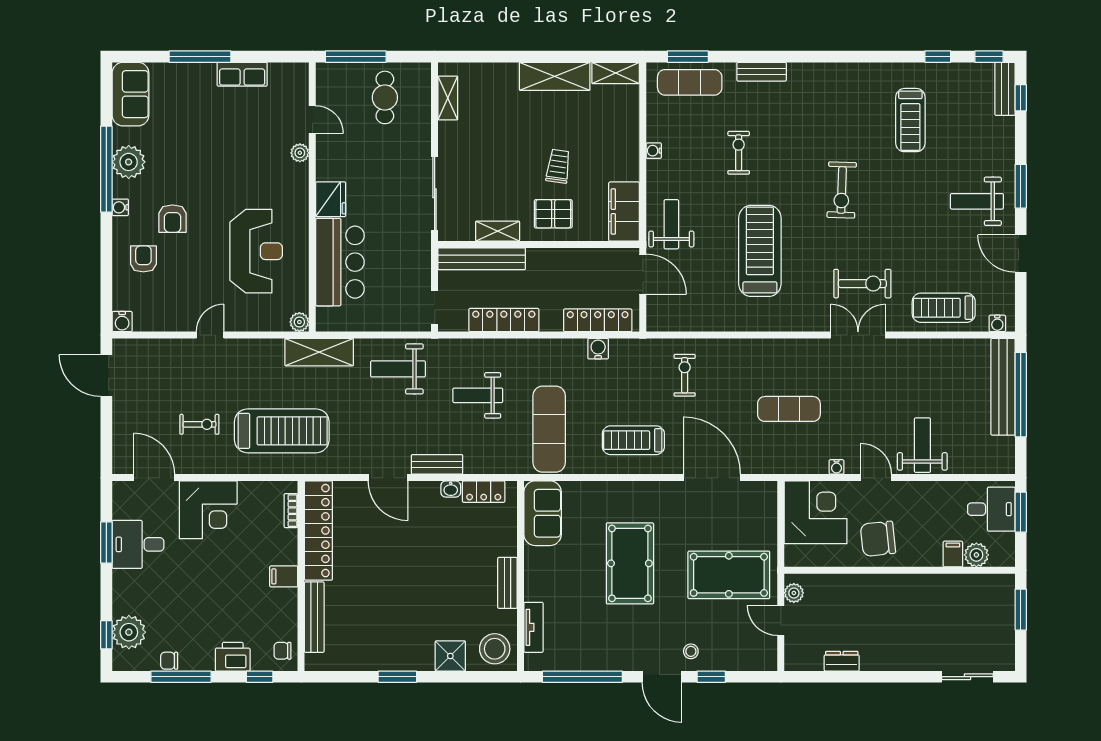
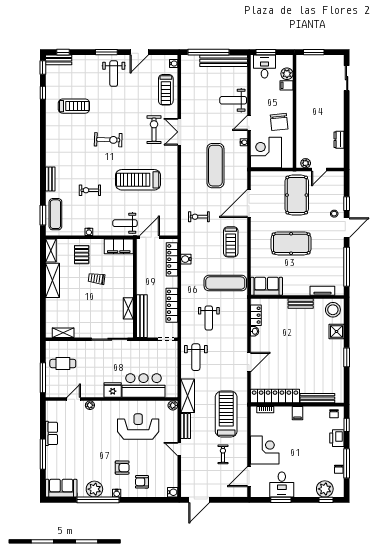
pallet: (553, 214) -> (82, 255), moved
bench: (1003, 387) -> (224, 61), moved
exercise mat: (789, 409) -> (215, 166), width x1.36, depth x1.45
bench: (437, 464) -> (186, 426), moved

